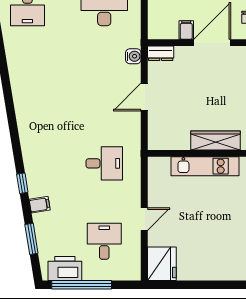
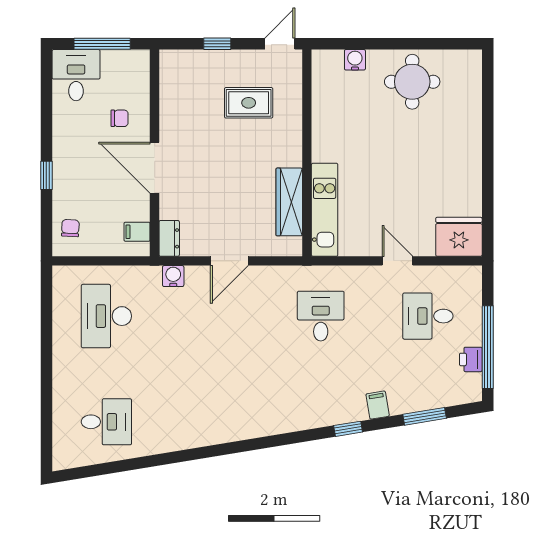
filing cabinet: (186, 30) -> (137, 232), moved
door: (144, 97) -> (229, 261), hinge flipped
wardrobe: (216, 141) -> (289, 202), moved
kitchen unit: (205, 166) -> (325, 210), moved
printer: (65, 268) -> (471, 359), width x0.53, depth x0.68

